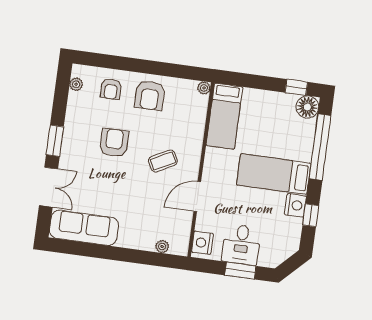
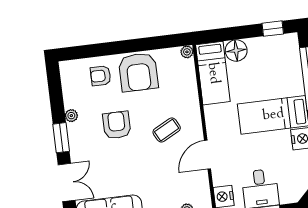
plant: (76, 84) -> (71, 116), moved
armchair: (111, 89) -> (101, 76), turned 90
armchair: (150, 95) -> (138, 72), width x1.36, depth x1.36
floor lamp: (307, 107) -> (236, 51), moved

